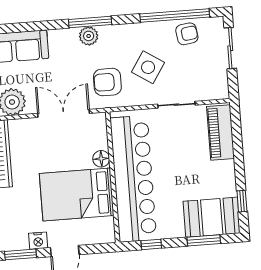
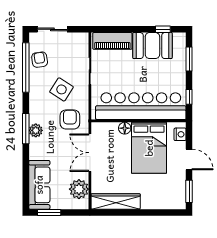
armchair: (107, 82) -> (70, 119), turned 180
booth: (212, 217) -> (152, 46), moved, turned 90
nightstand: (38, 241) -> (180, 134), moved

